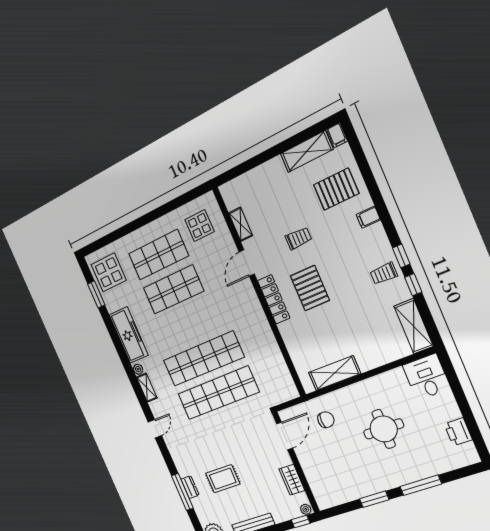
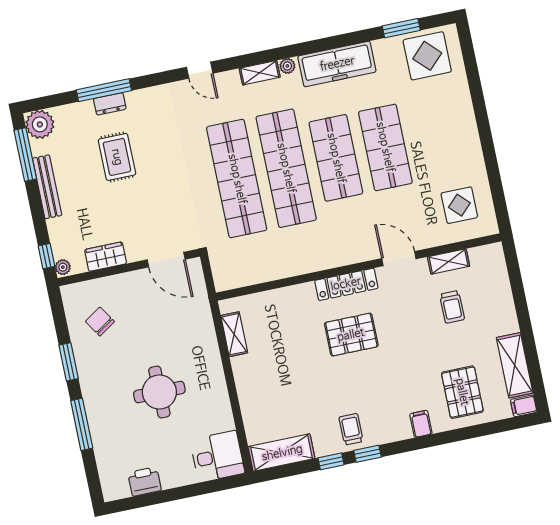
trolley: (298, 238) -> (452, 307), moved
shop shelf: (158, 255) -> (336, 158), moved
shelving: (335, 373) -> (234, 334), width x0.67, depth x0.75
chair: (326, 420) -> (100, 321), moved, turned 147

